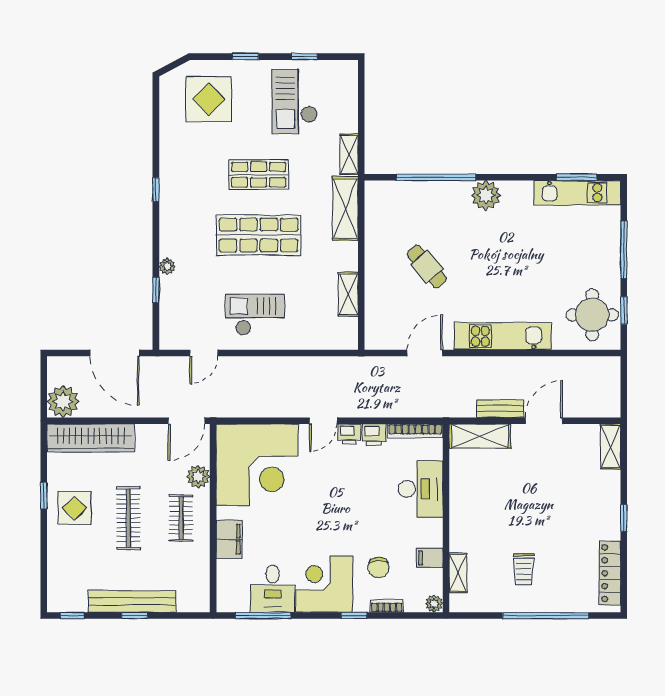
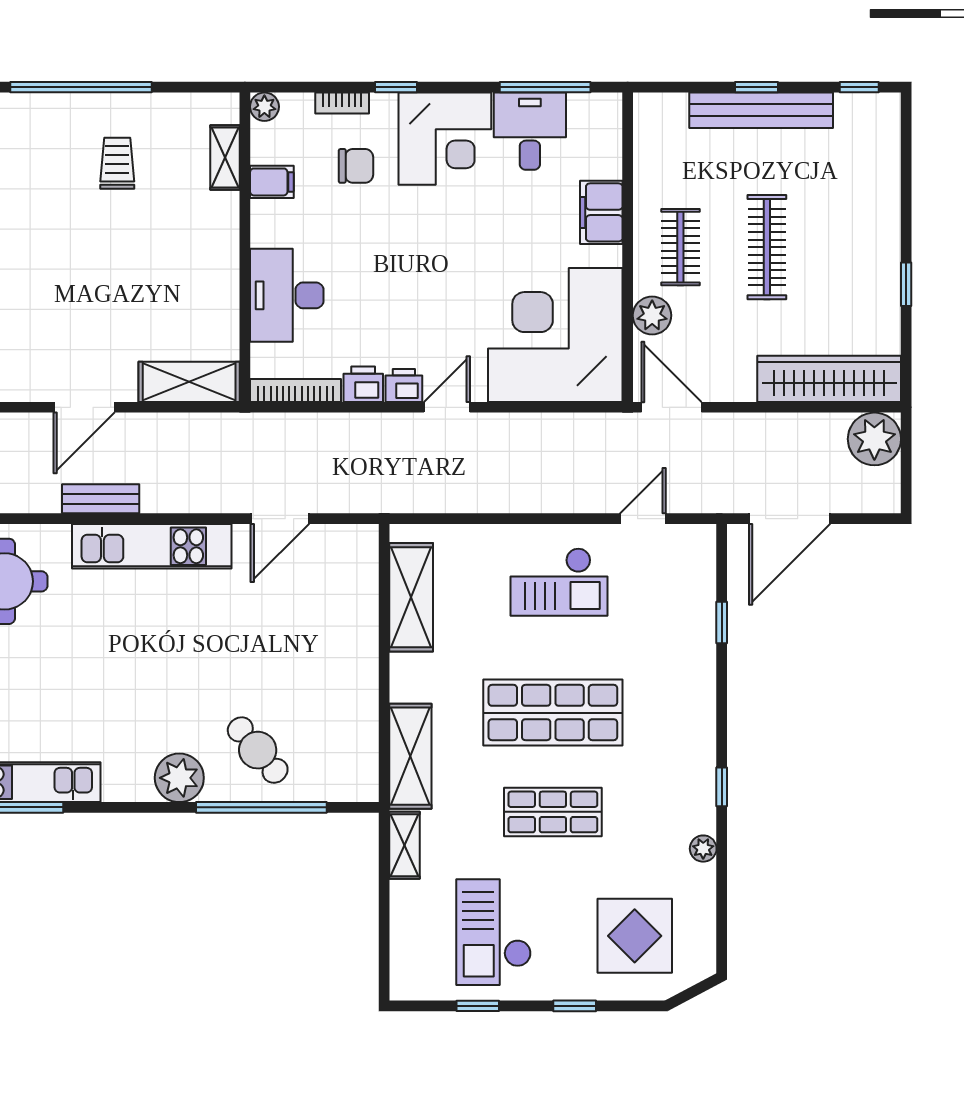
checkout: (295, 101) -> (494, 932), turned 180
plant: (167, 266) -> (703, 849), moved
cafe table: (427, 267) -> (258, 750), moved
shelving: (348, 294) -> (411, 597), width x1.50, depth x1.33
door: (115, 353) -> (790, 519), swing flipped
bench: (500, 409) -> (101, 499), moved
door: (186, 421) -> (671, 407), hinge flipped
display table: (75, 508) -> (855, 264), removed
chair: (378, 568) -> (356, 166), turned 90

